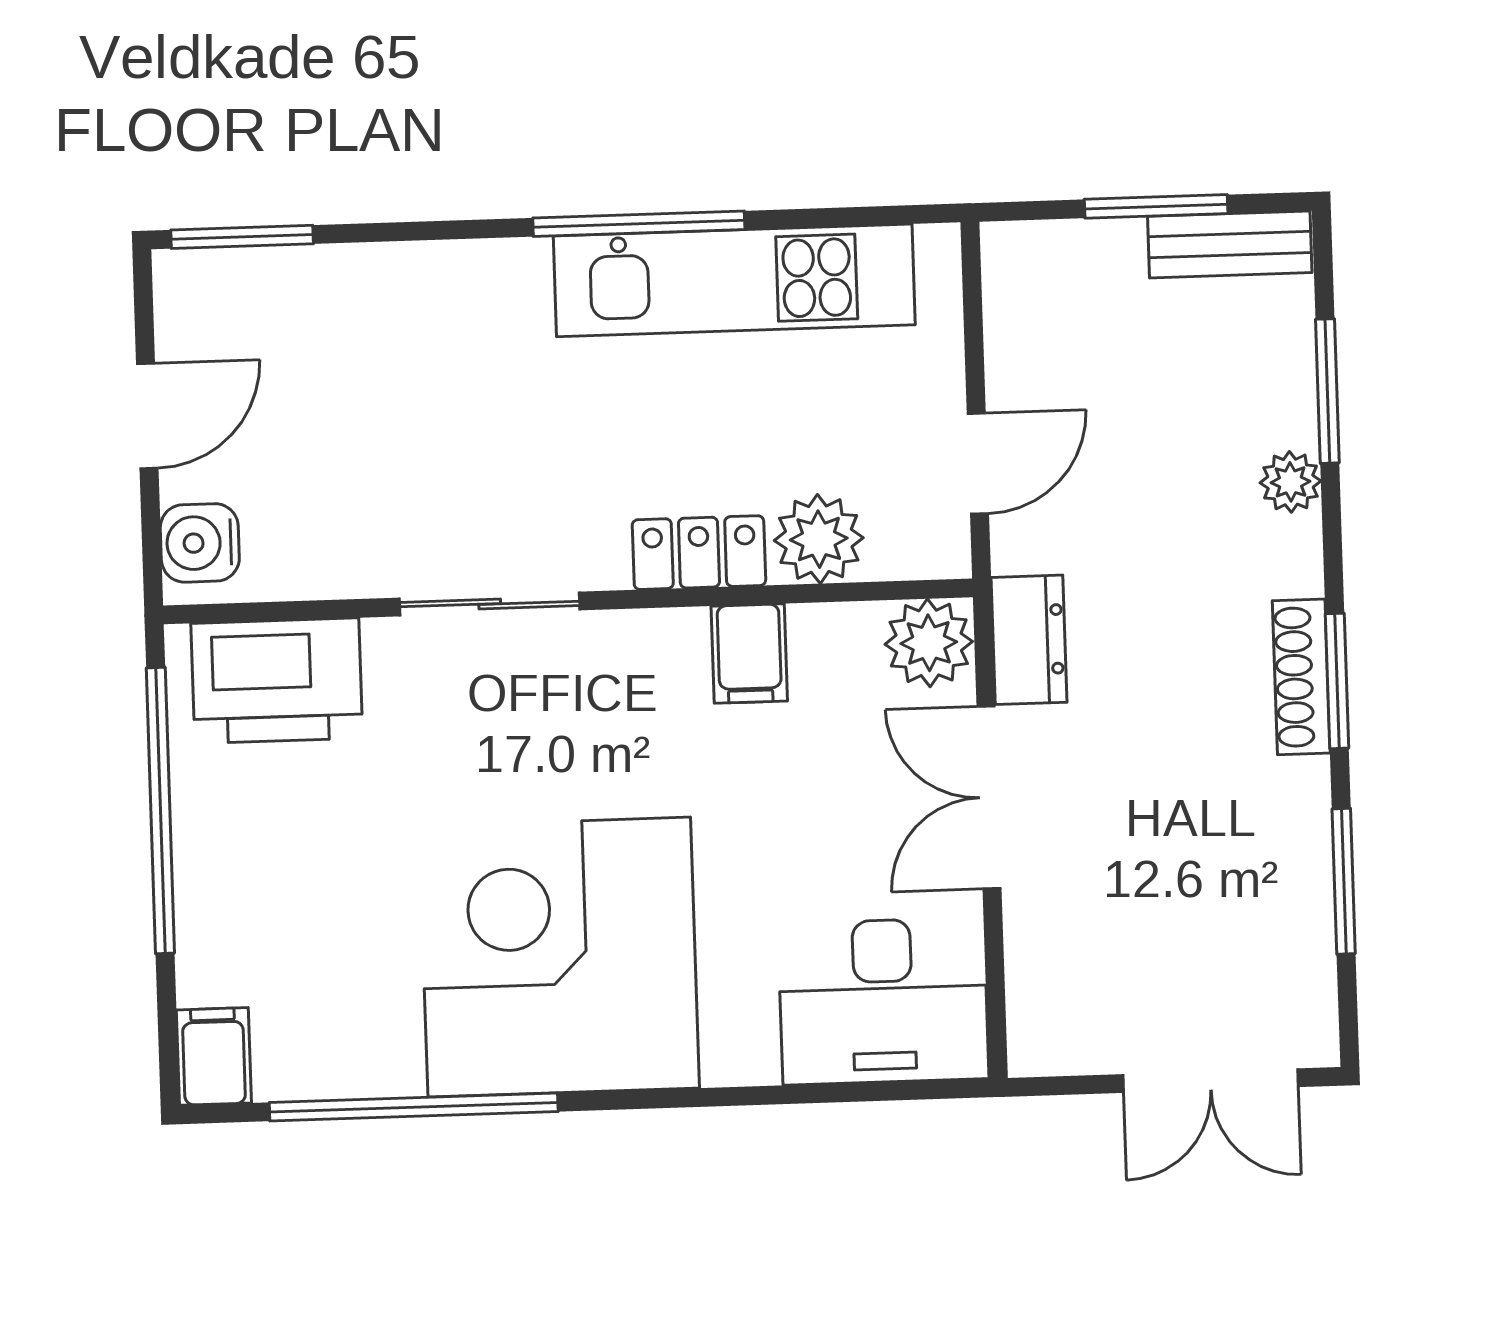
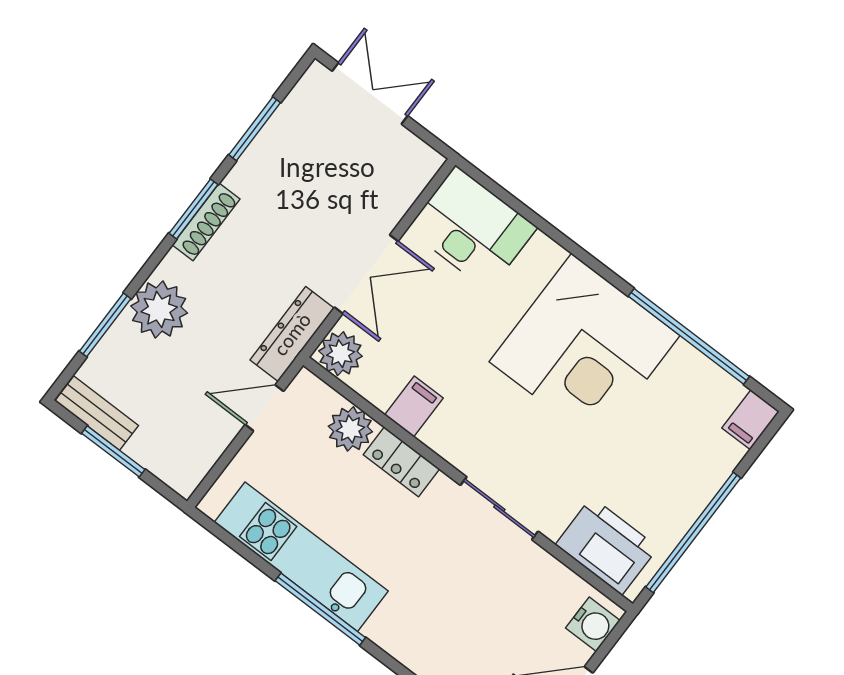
plant: (1290, 482) -> (159, 309), width x1.87, depth x1.87
dresser: (1029, 640) -> (292, 334), width x1.44

